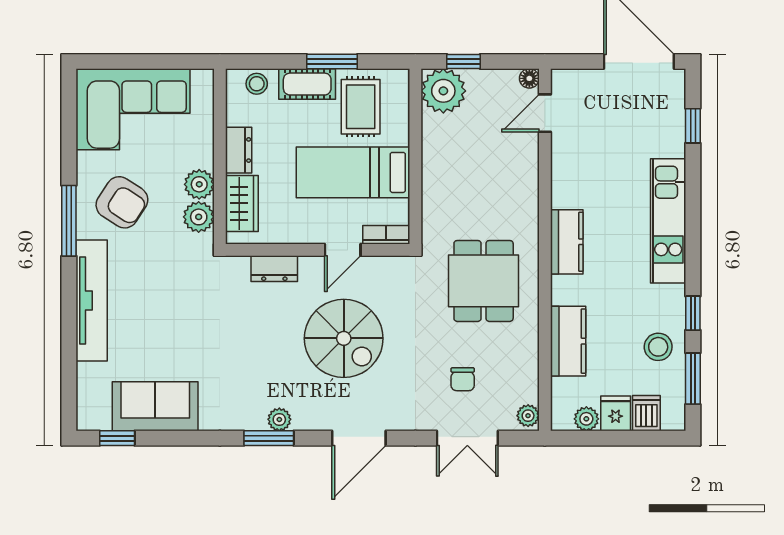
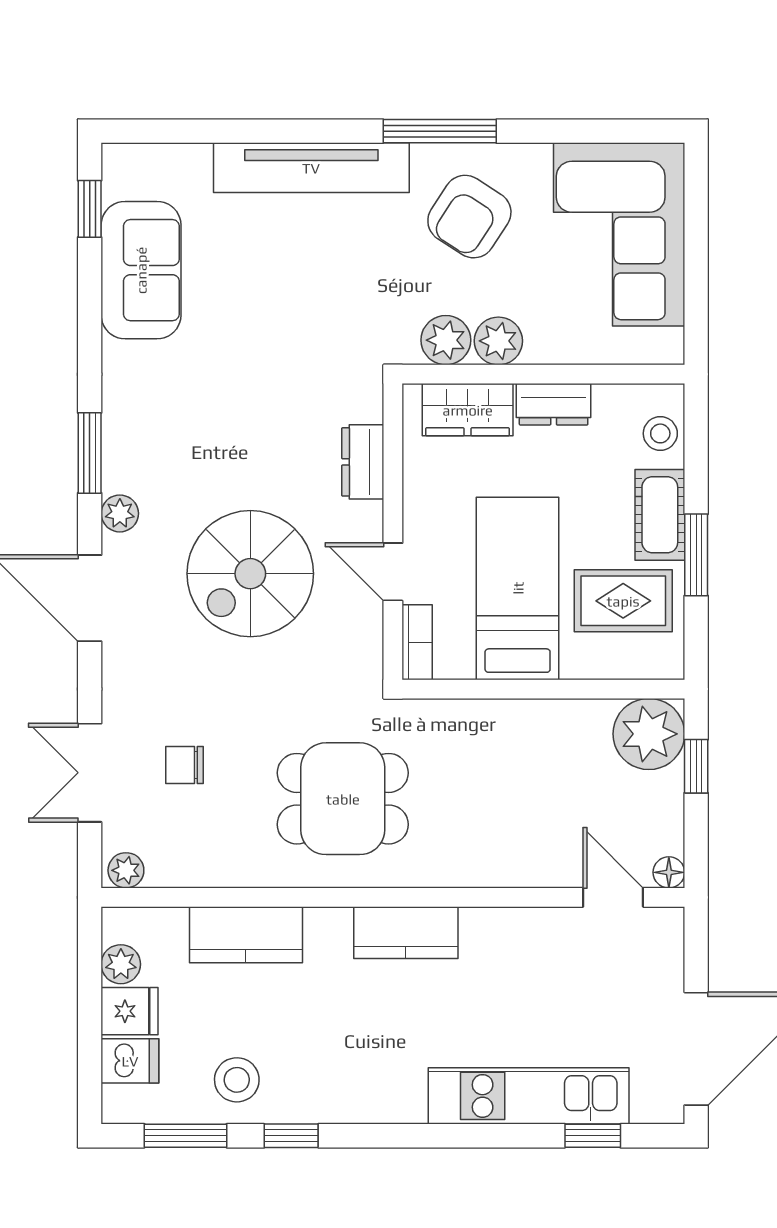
kitchen unit: (668, 221) -> (529, 1096), moved
plant: (279, 419) -> (120, 513), moved

